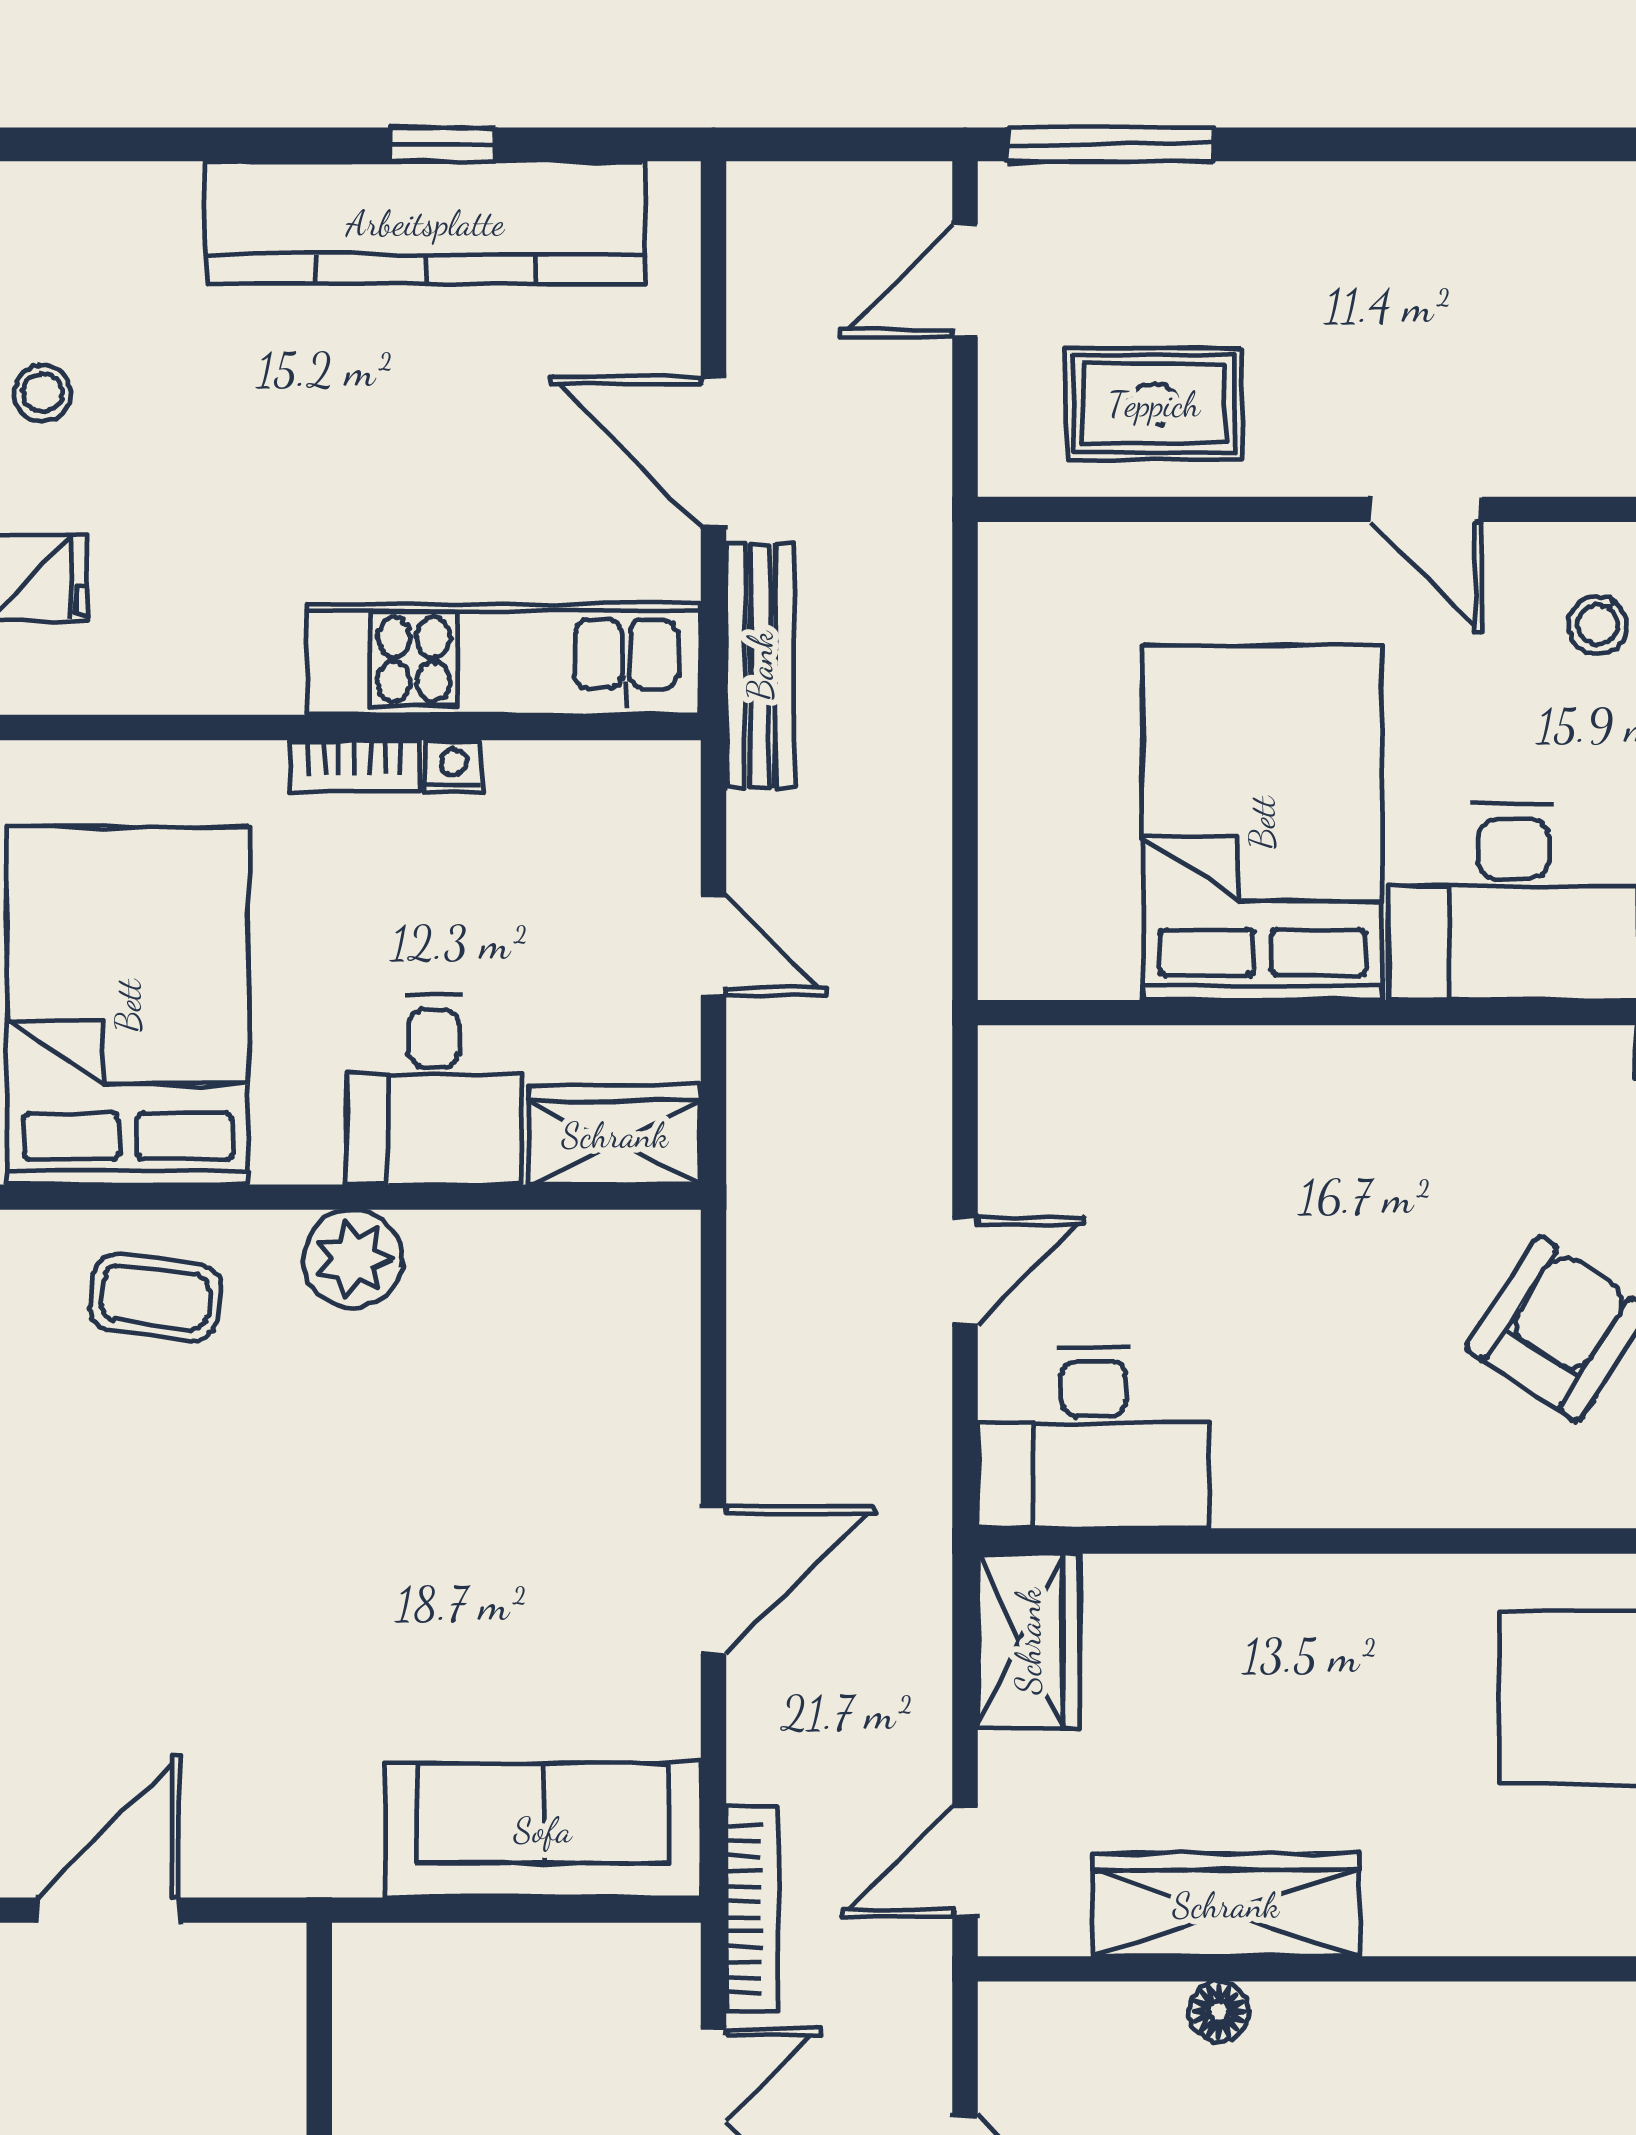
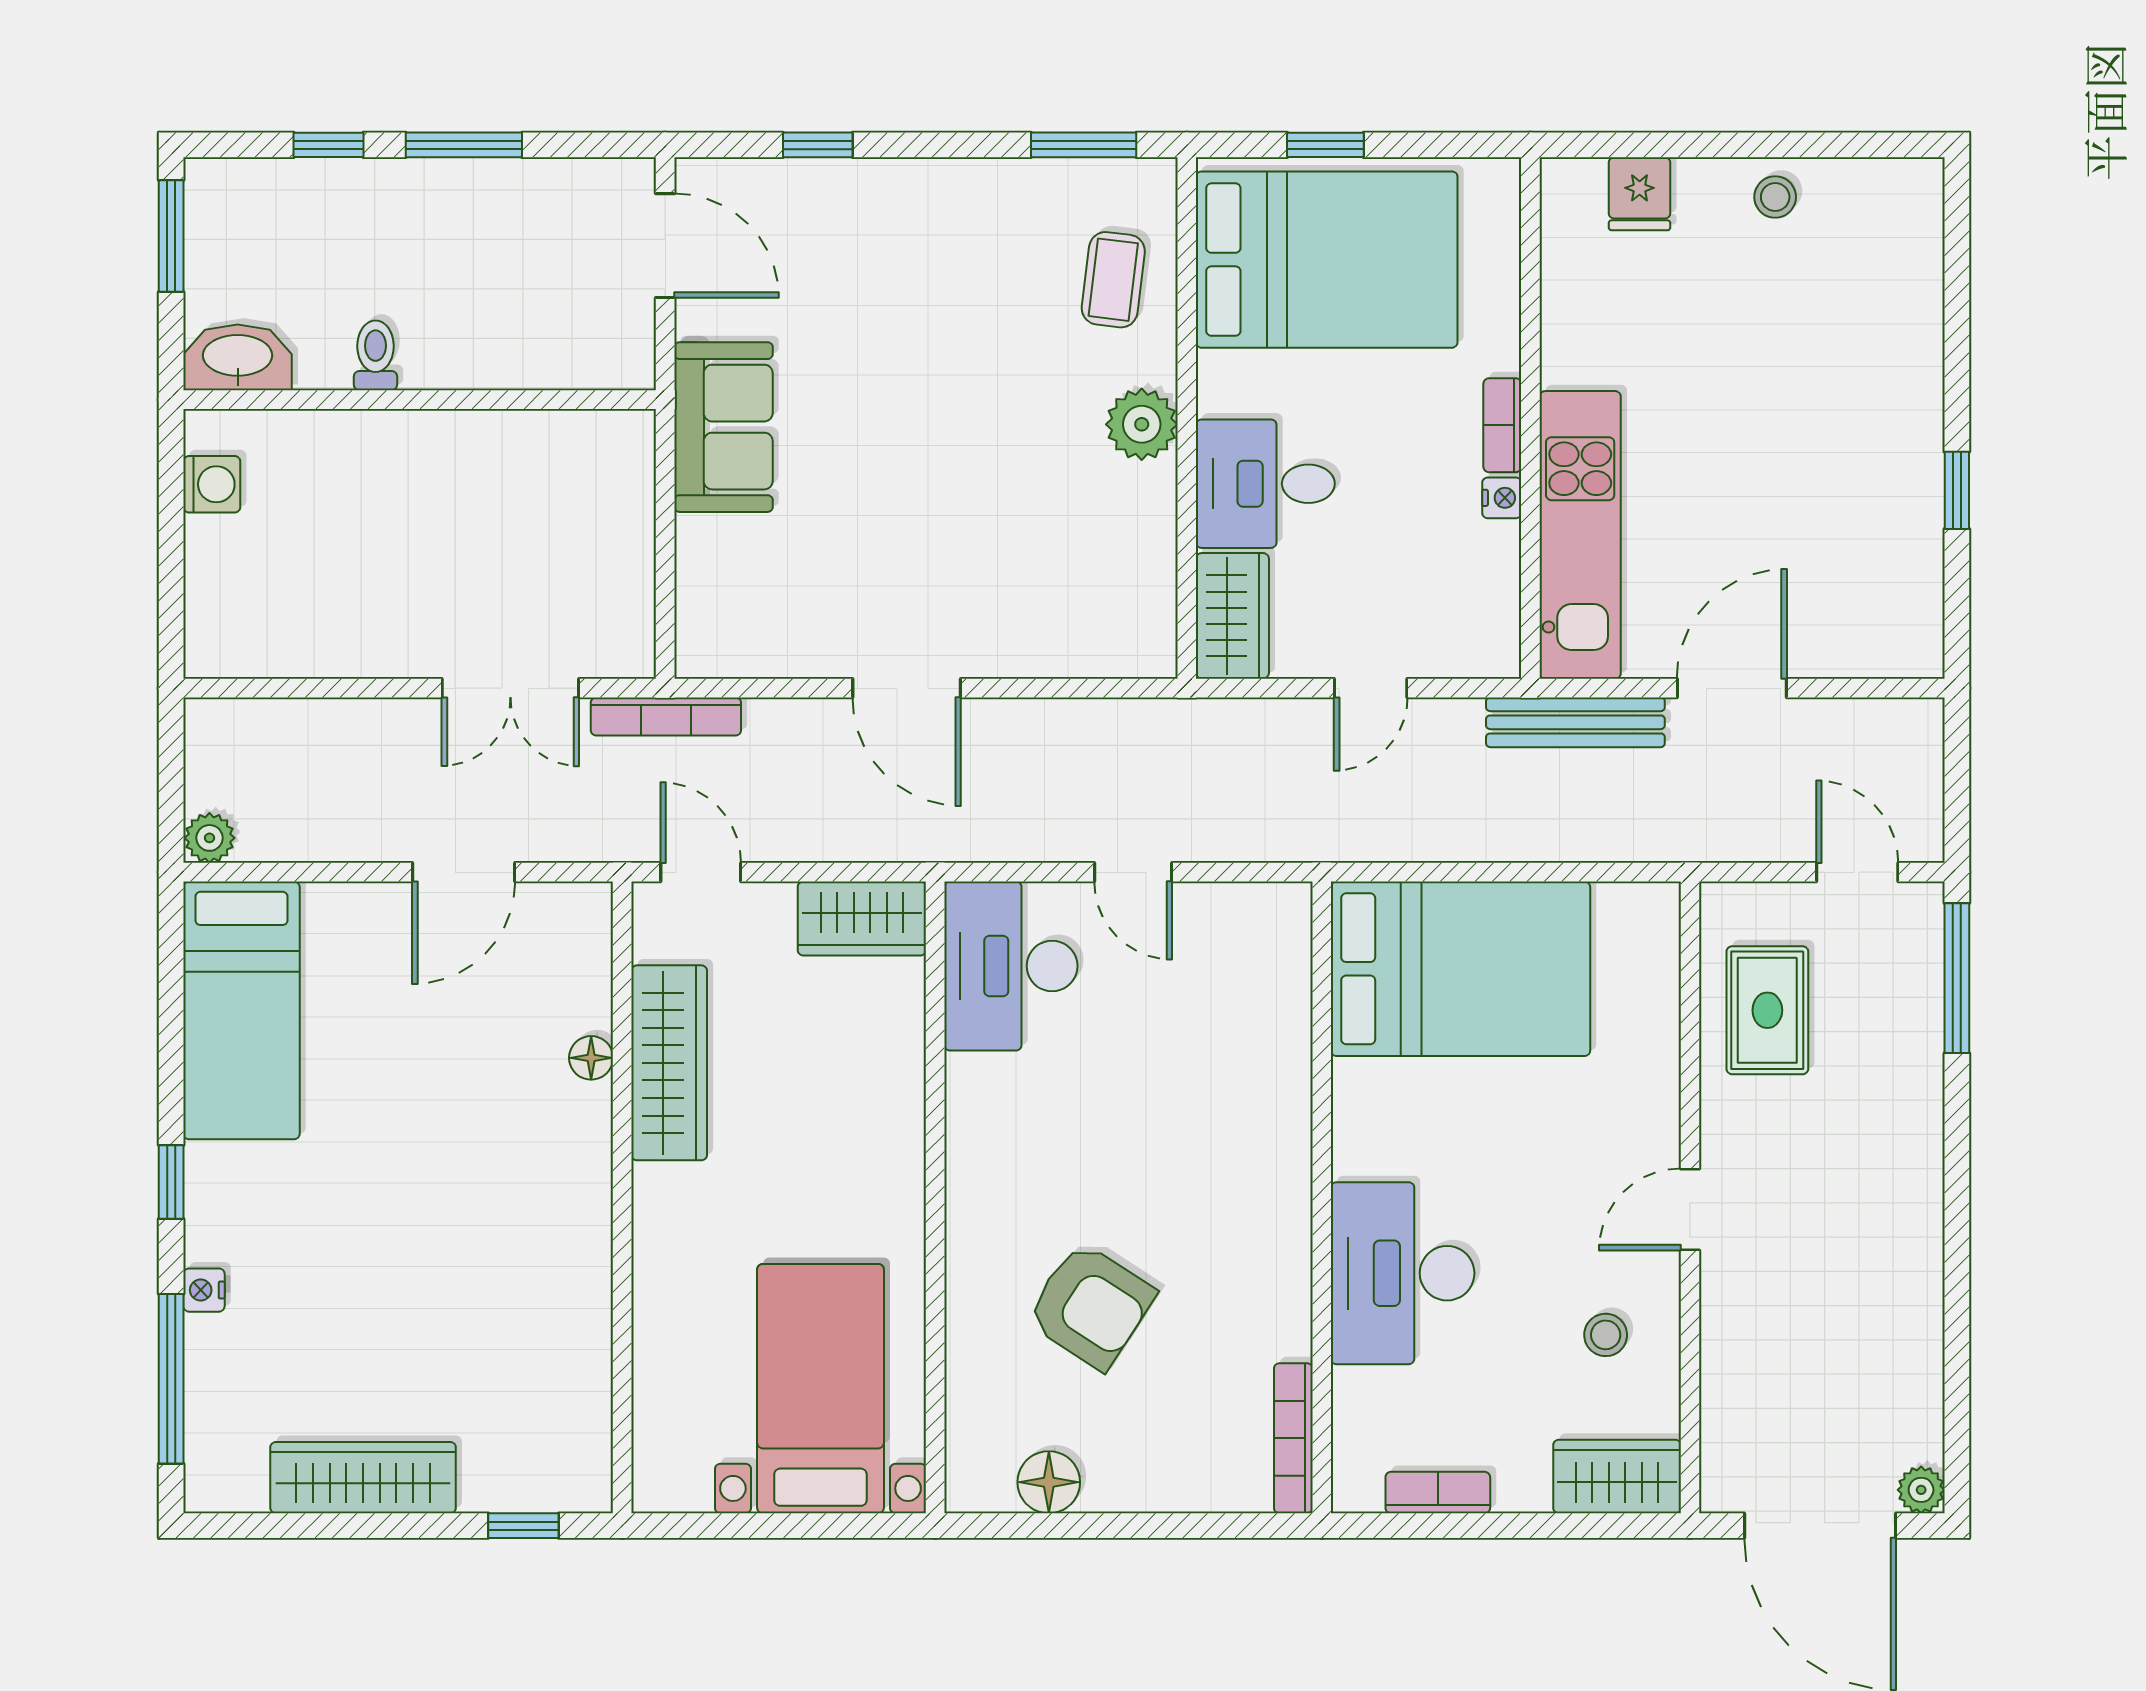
kitchen counter: (425, 223) -> (1900, 477), removed
bed: (1262, 823) -> (1461, 969), moved
sofa: (543, 1830) -> (723, 427), moved, width x0.73

